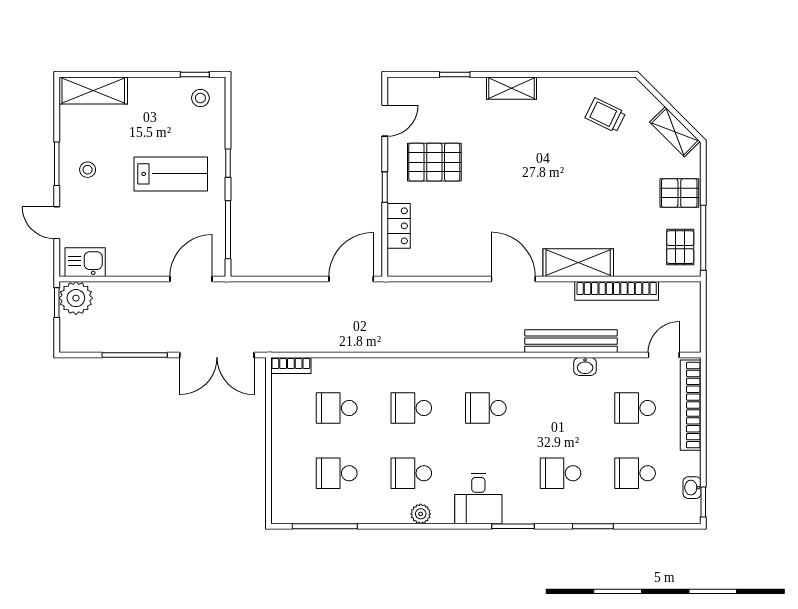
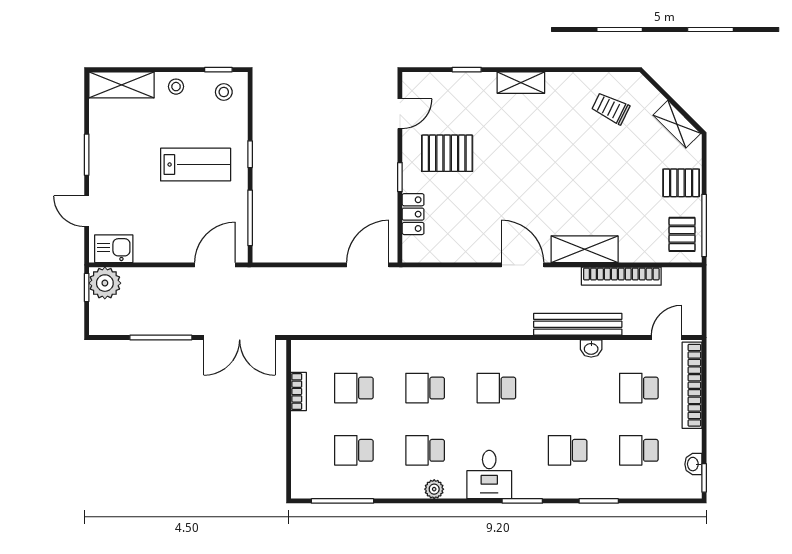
stool: (88, 170) -> (176, 87), moved
bookcase: (291, 365) -> (299, 392), moved, turned -90

